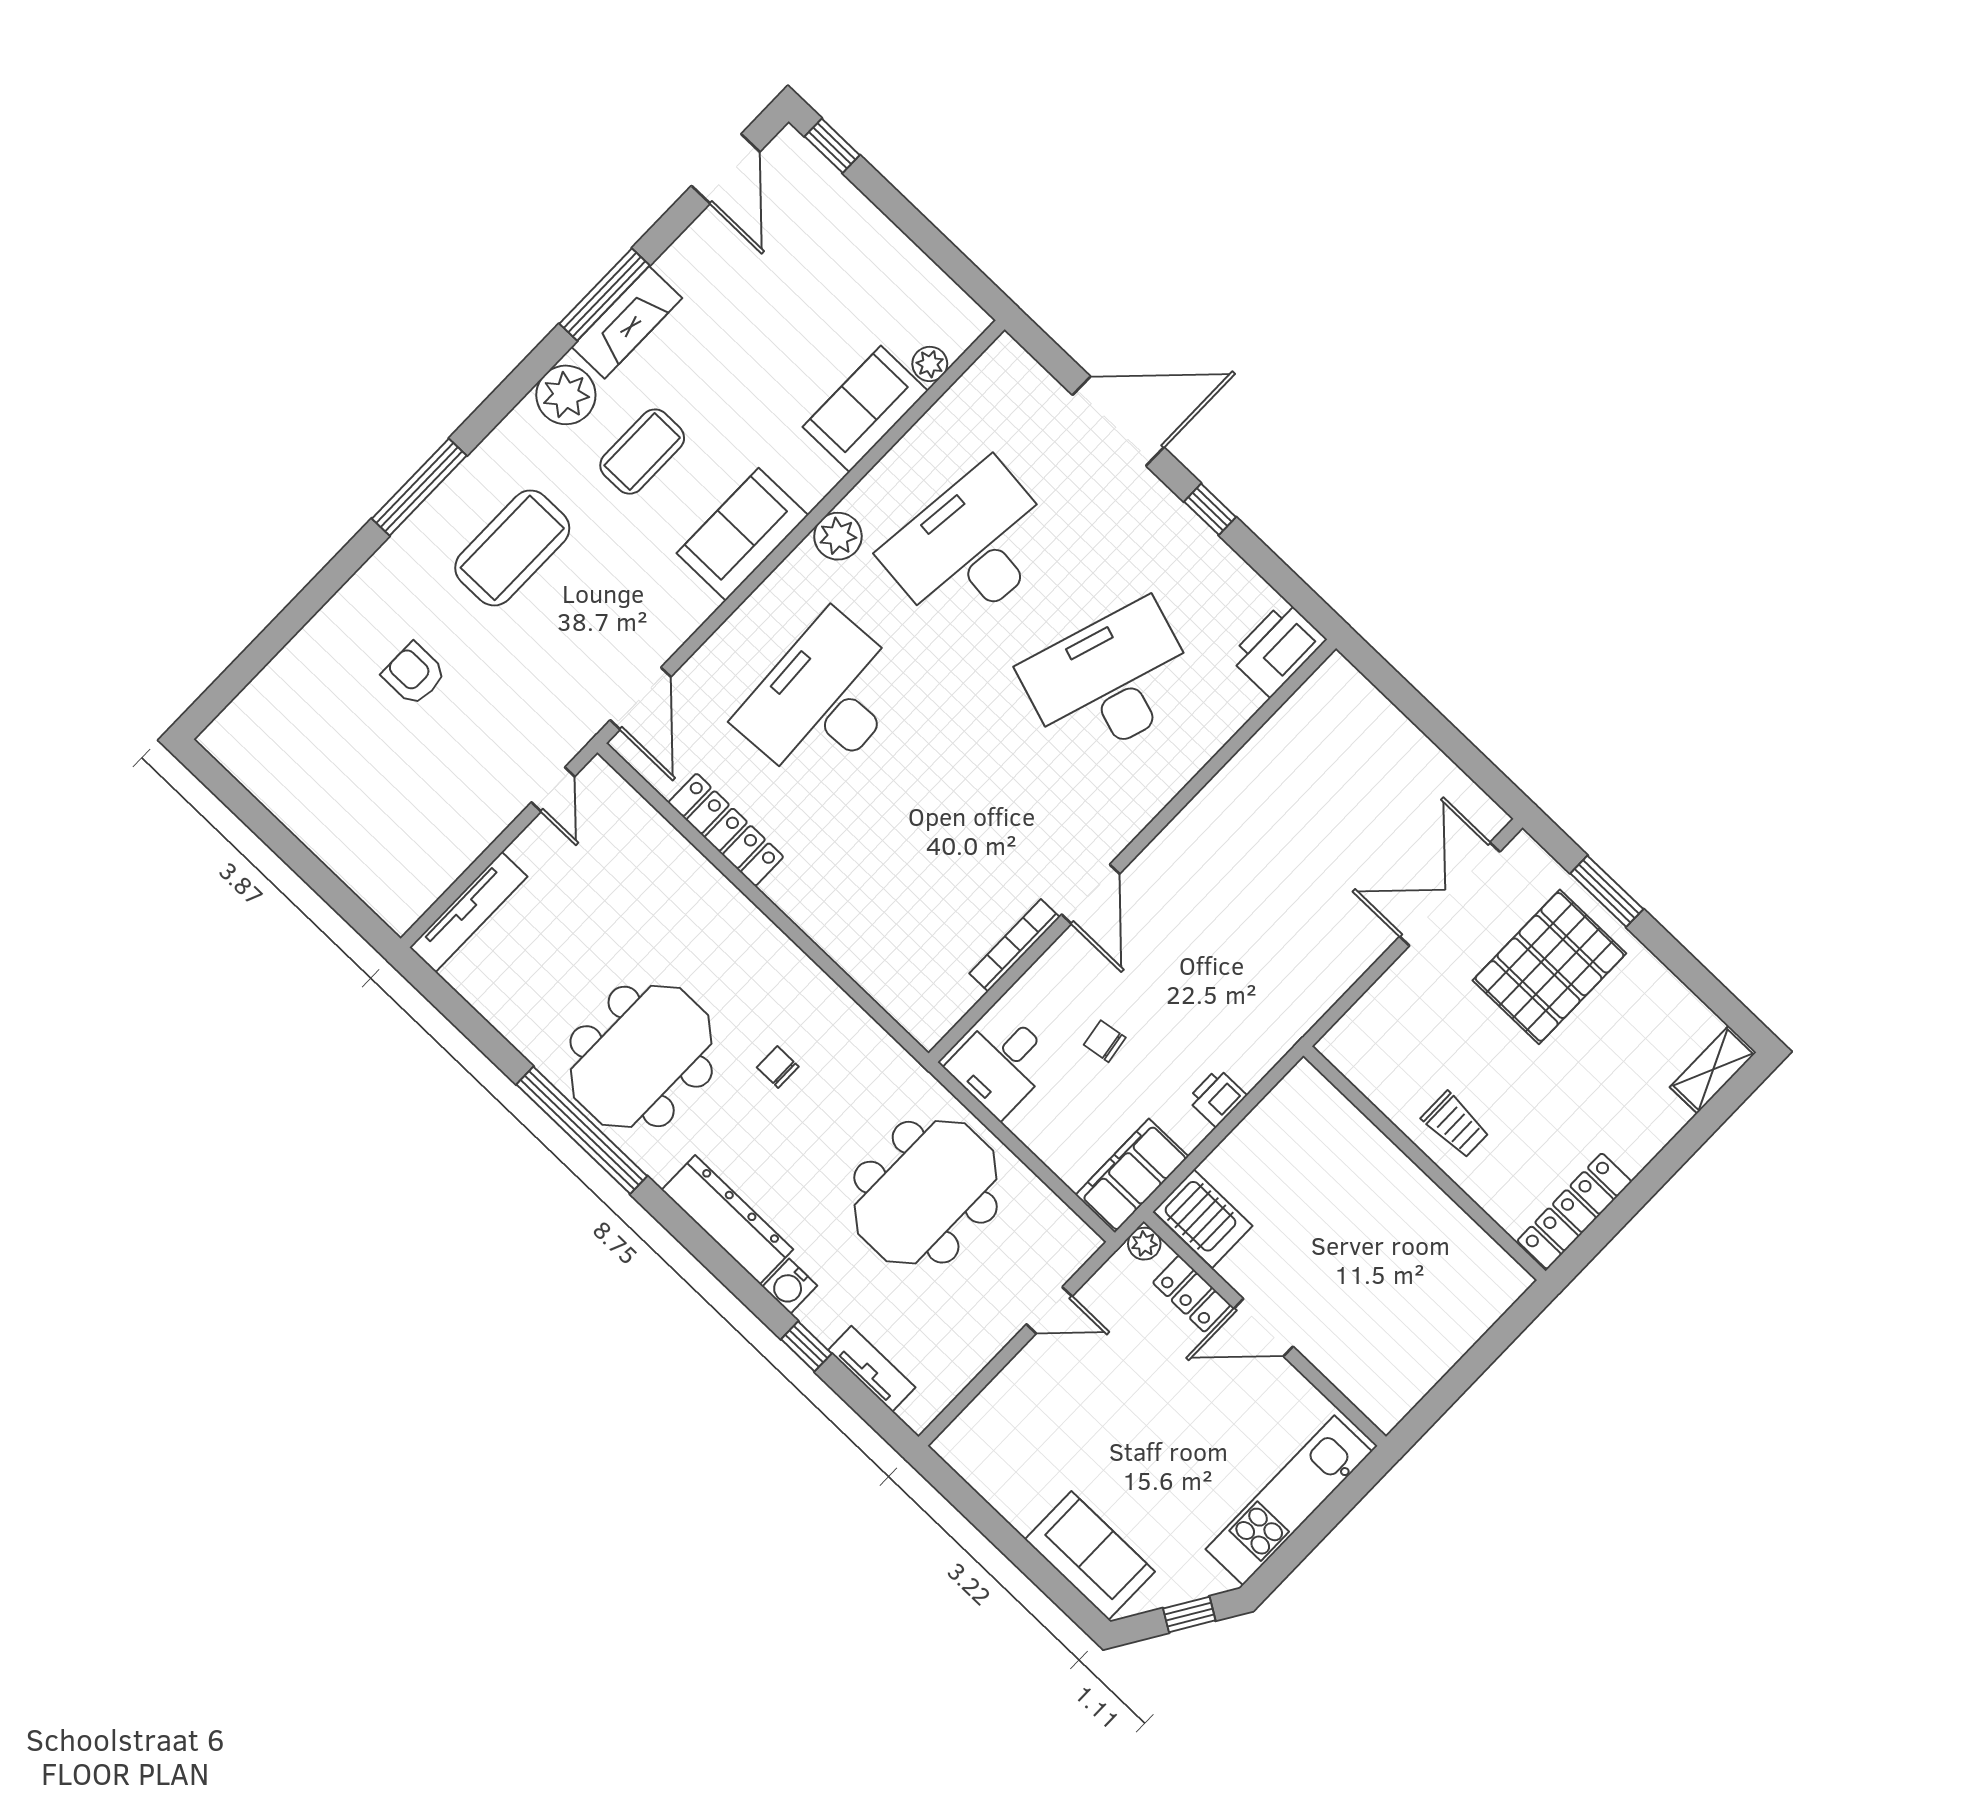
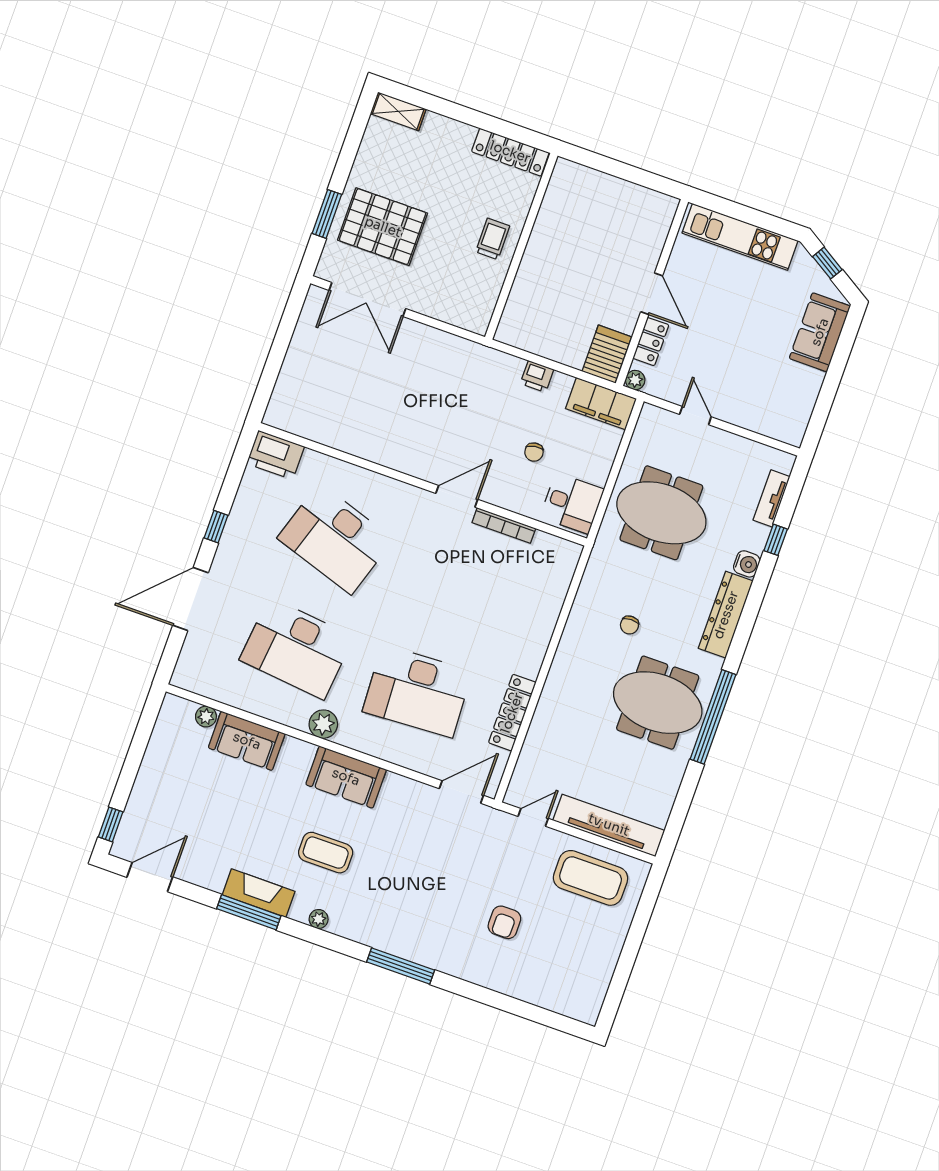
plant: (566, 395) -> (319, 919), width x0.53, depth x0.53
door: (1118, 421) -> (190, 599), hinge flipped
coffee table: (512, 548) -> (591, 878), moved
tv unit: (469, 912) -> (609, 825), width x1.36, depth x1.29

